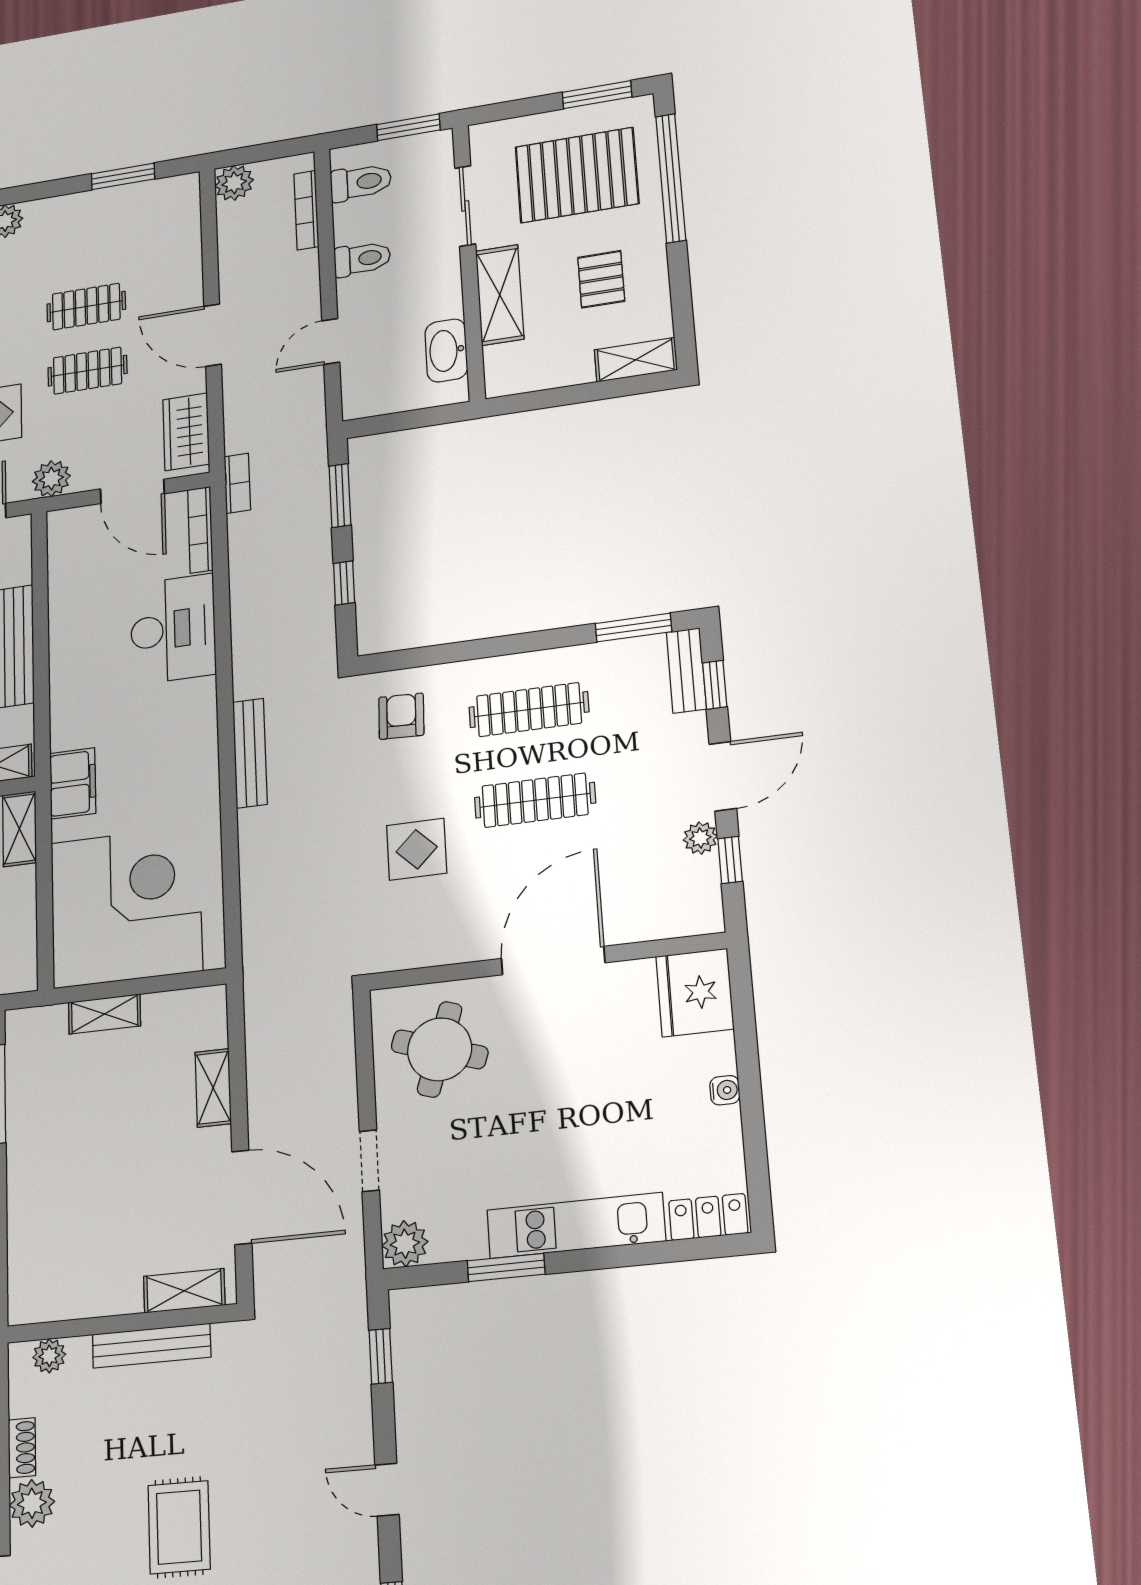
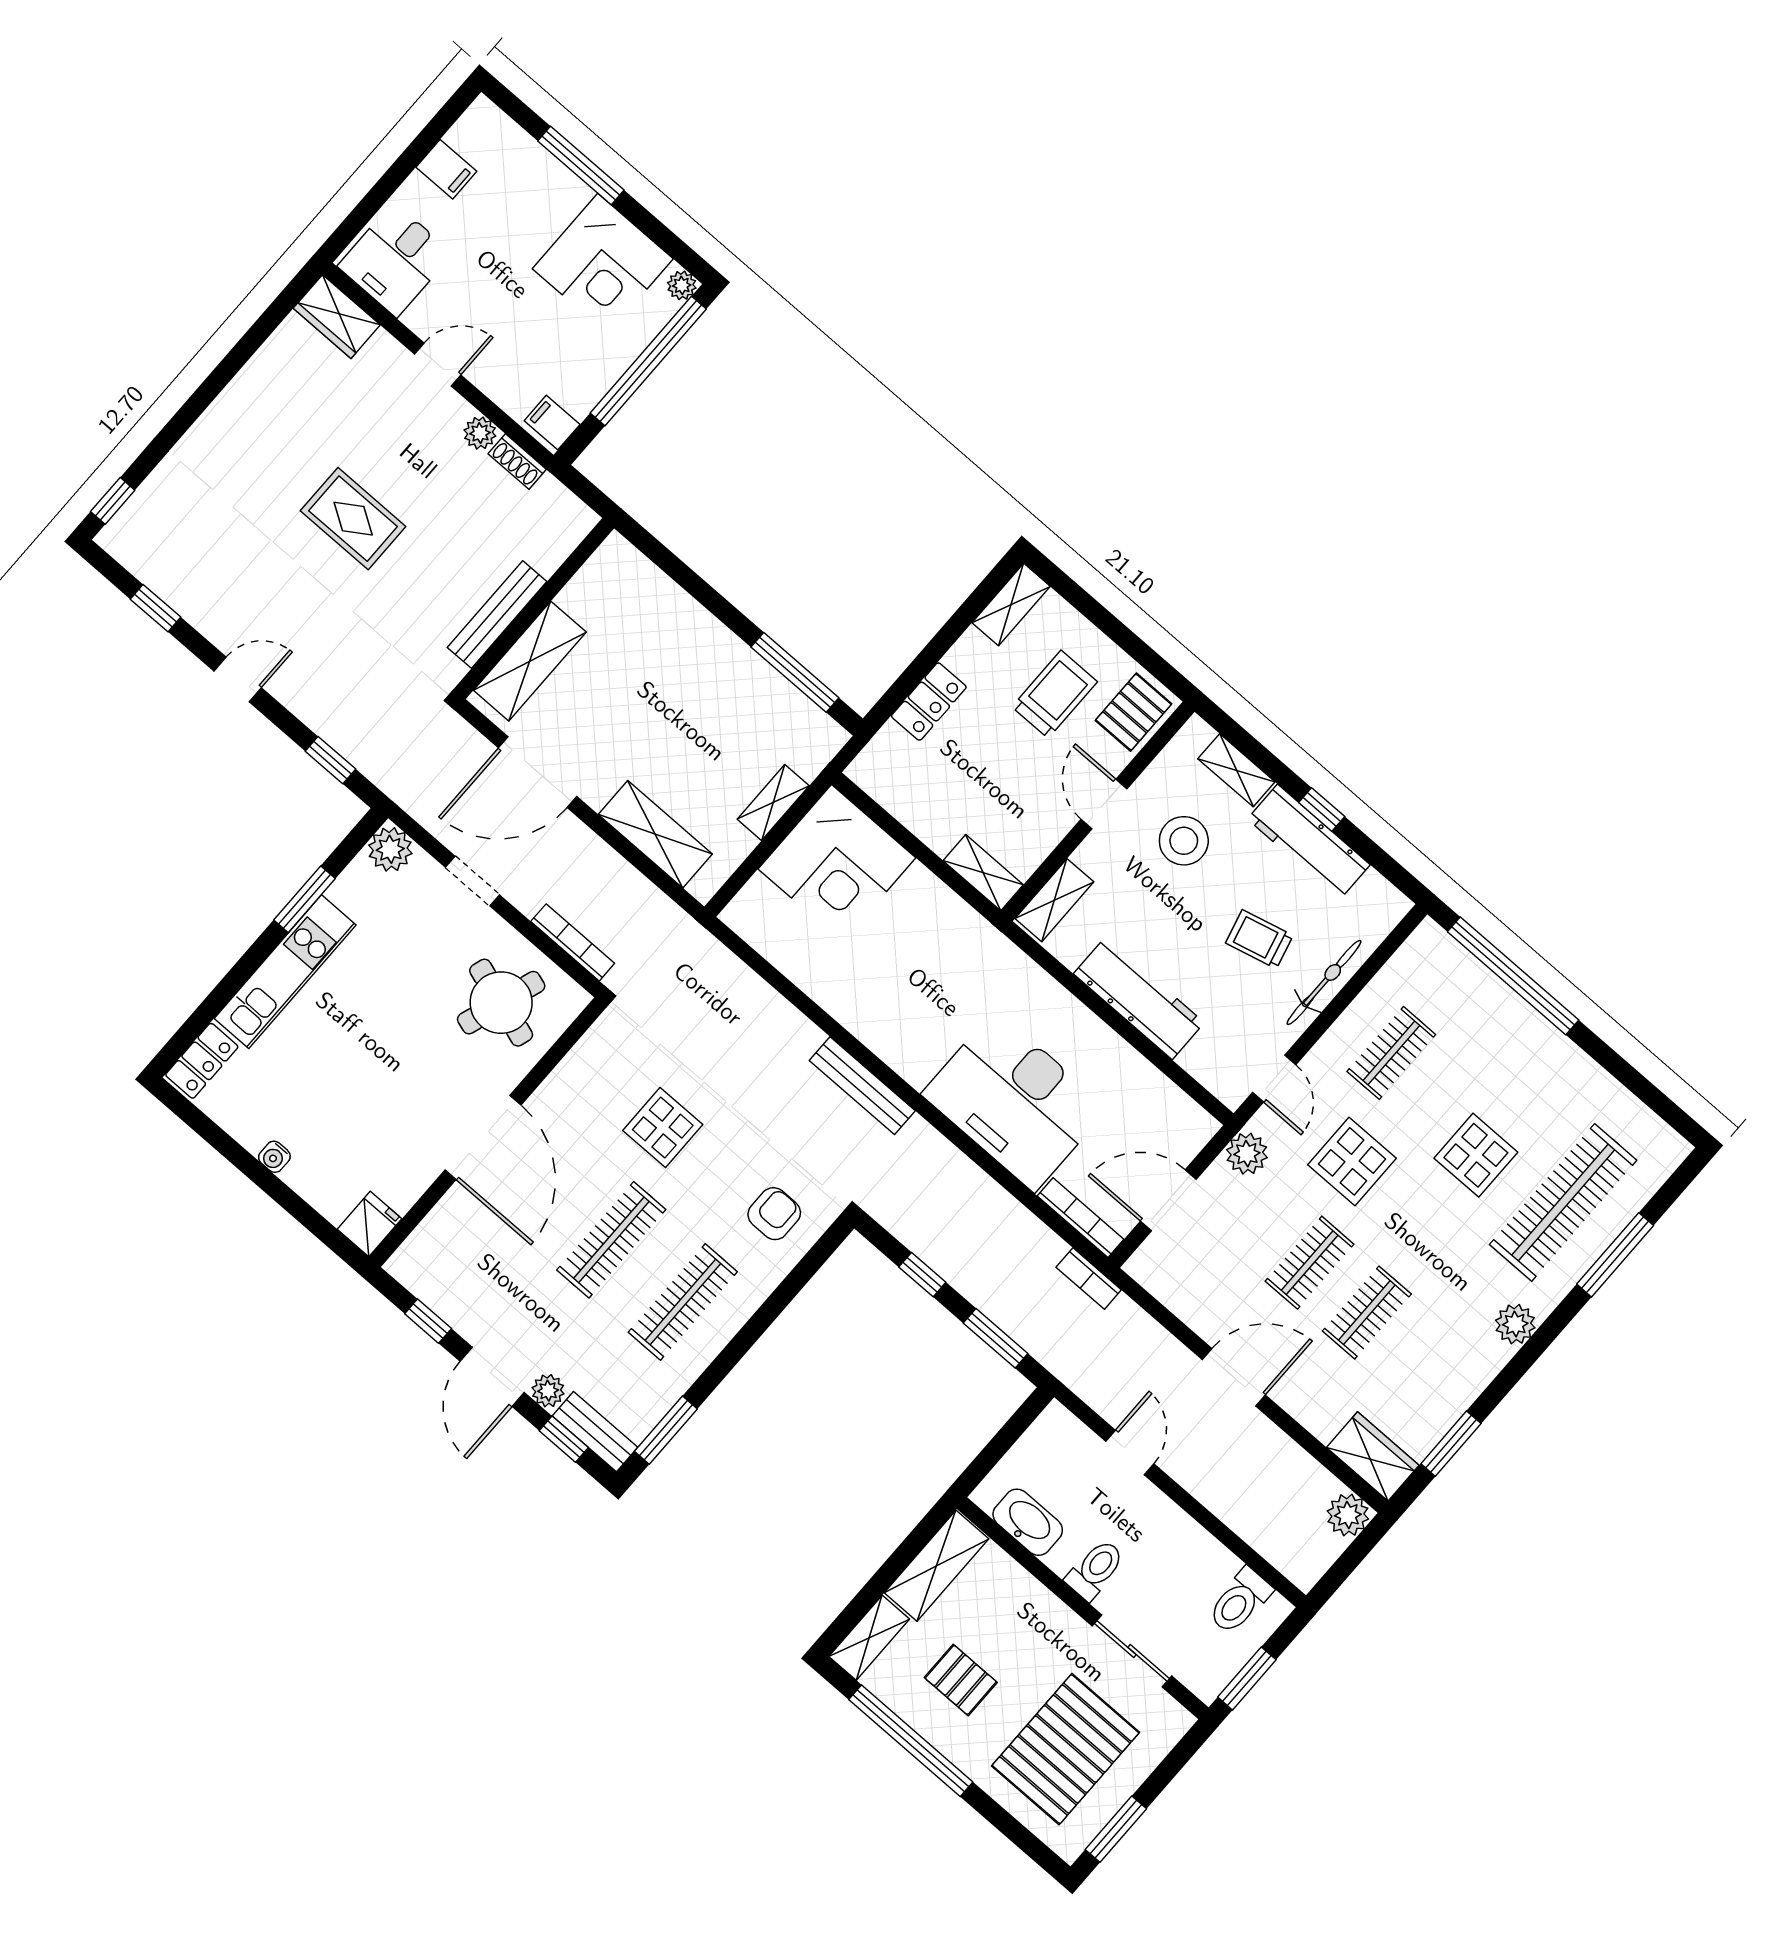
window: (671, 178) -> (911, 1741), moved
bookcase: (306, 210) -> (573, 942), moved
toilet: (362, 259) -> (1095, 1570), moved, turned 180
shelving: (500, 295) -> (936, 1566), moved, turned 90
wardrobe: (186, 432) -> (1373, 1456), moved
desk: (173, 629) -> (1015, 1101), width x1.36, depth x1.30
armchair: (401, 716) -> (774, 1214), turned -92
filing cabinet: (73, 783) -> (977, 942), removed
plant: (700, 838) -> (548, 1391), moved
corner desk: (126, 907) -> (837, 863), width x0.74, depth x0.74
fridge: (695, 993) -> (370, 1224), width x0.53, depth x0.75
shelving: (213, 1088) -> (655, 834), width x1.50, depth x1.33
shelving: (184, 1291) -> (530, 661), width x1.50, depth x1.33
plant: (49, 1356) -> (563, 538), removed
plant: (32, 1503) -> (480, 433), width x0.73, depth x0.73

